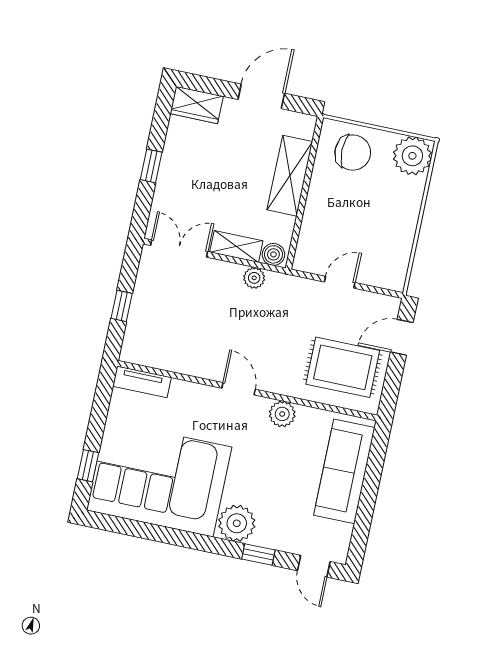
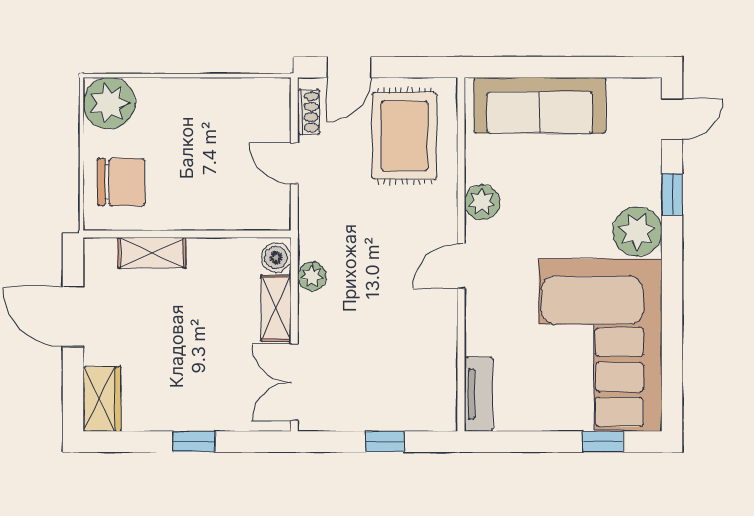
chair: (353, 153) -> (121, 182), turned 90
shelving: (290, 176) -> (152, 253), width x0.67, depth x0.75
shoe rack: (375, 301) -> (309, 112), added
door: (402, 337) -> (349, 67), hinge flipped

